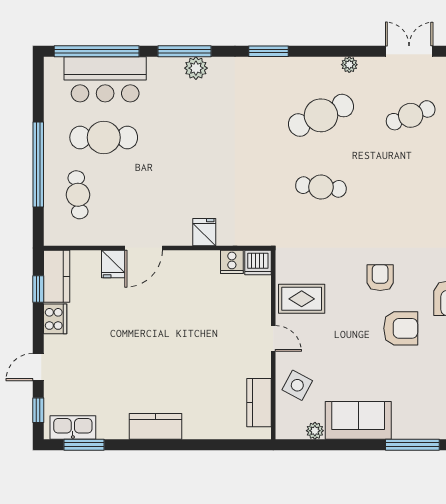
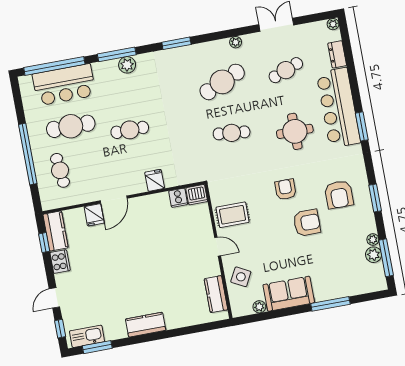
cafe table: (183, 157) -> (130, 130), added
round table: (407, 201) -> (295, 131), added

